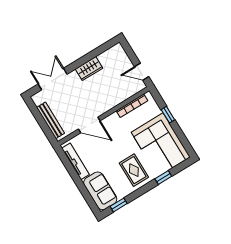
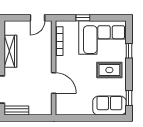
wardrobe: (89, 69) -> (10, 51), width x1.50
bench: (51, 120) -> (16, 111), moved, width x0.73
door: (89, 125) -> (54, 83), hinge flipped
tv unit: (75, 161) -> (75, 111), removed

